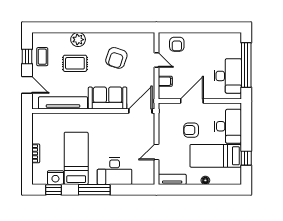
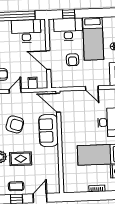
rug: (75, 63) -> (21, 159), turned 90
tv unit: (63, 103) -> (54, 167), removed
window: (246, 158) -> (69, 14), moved

